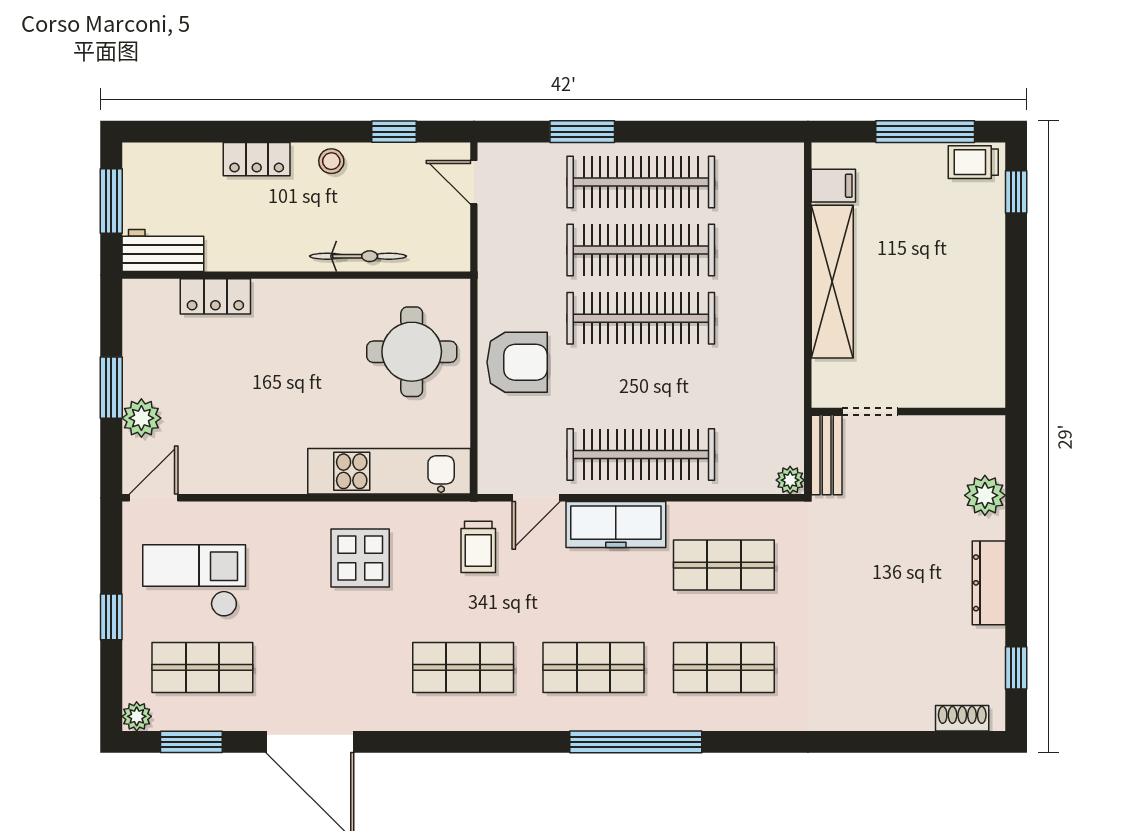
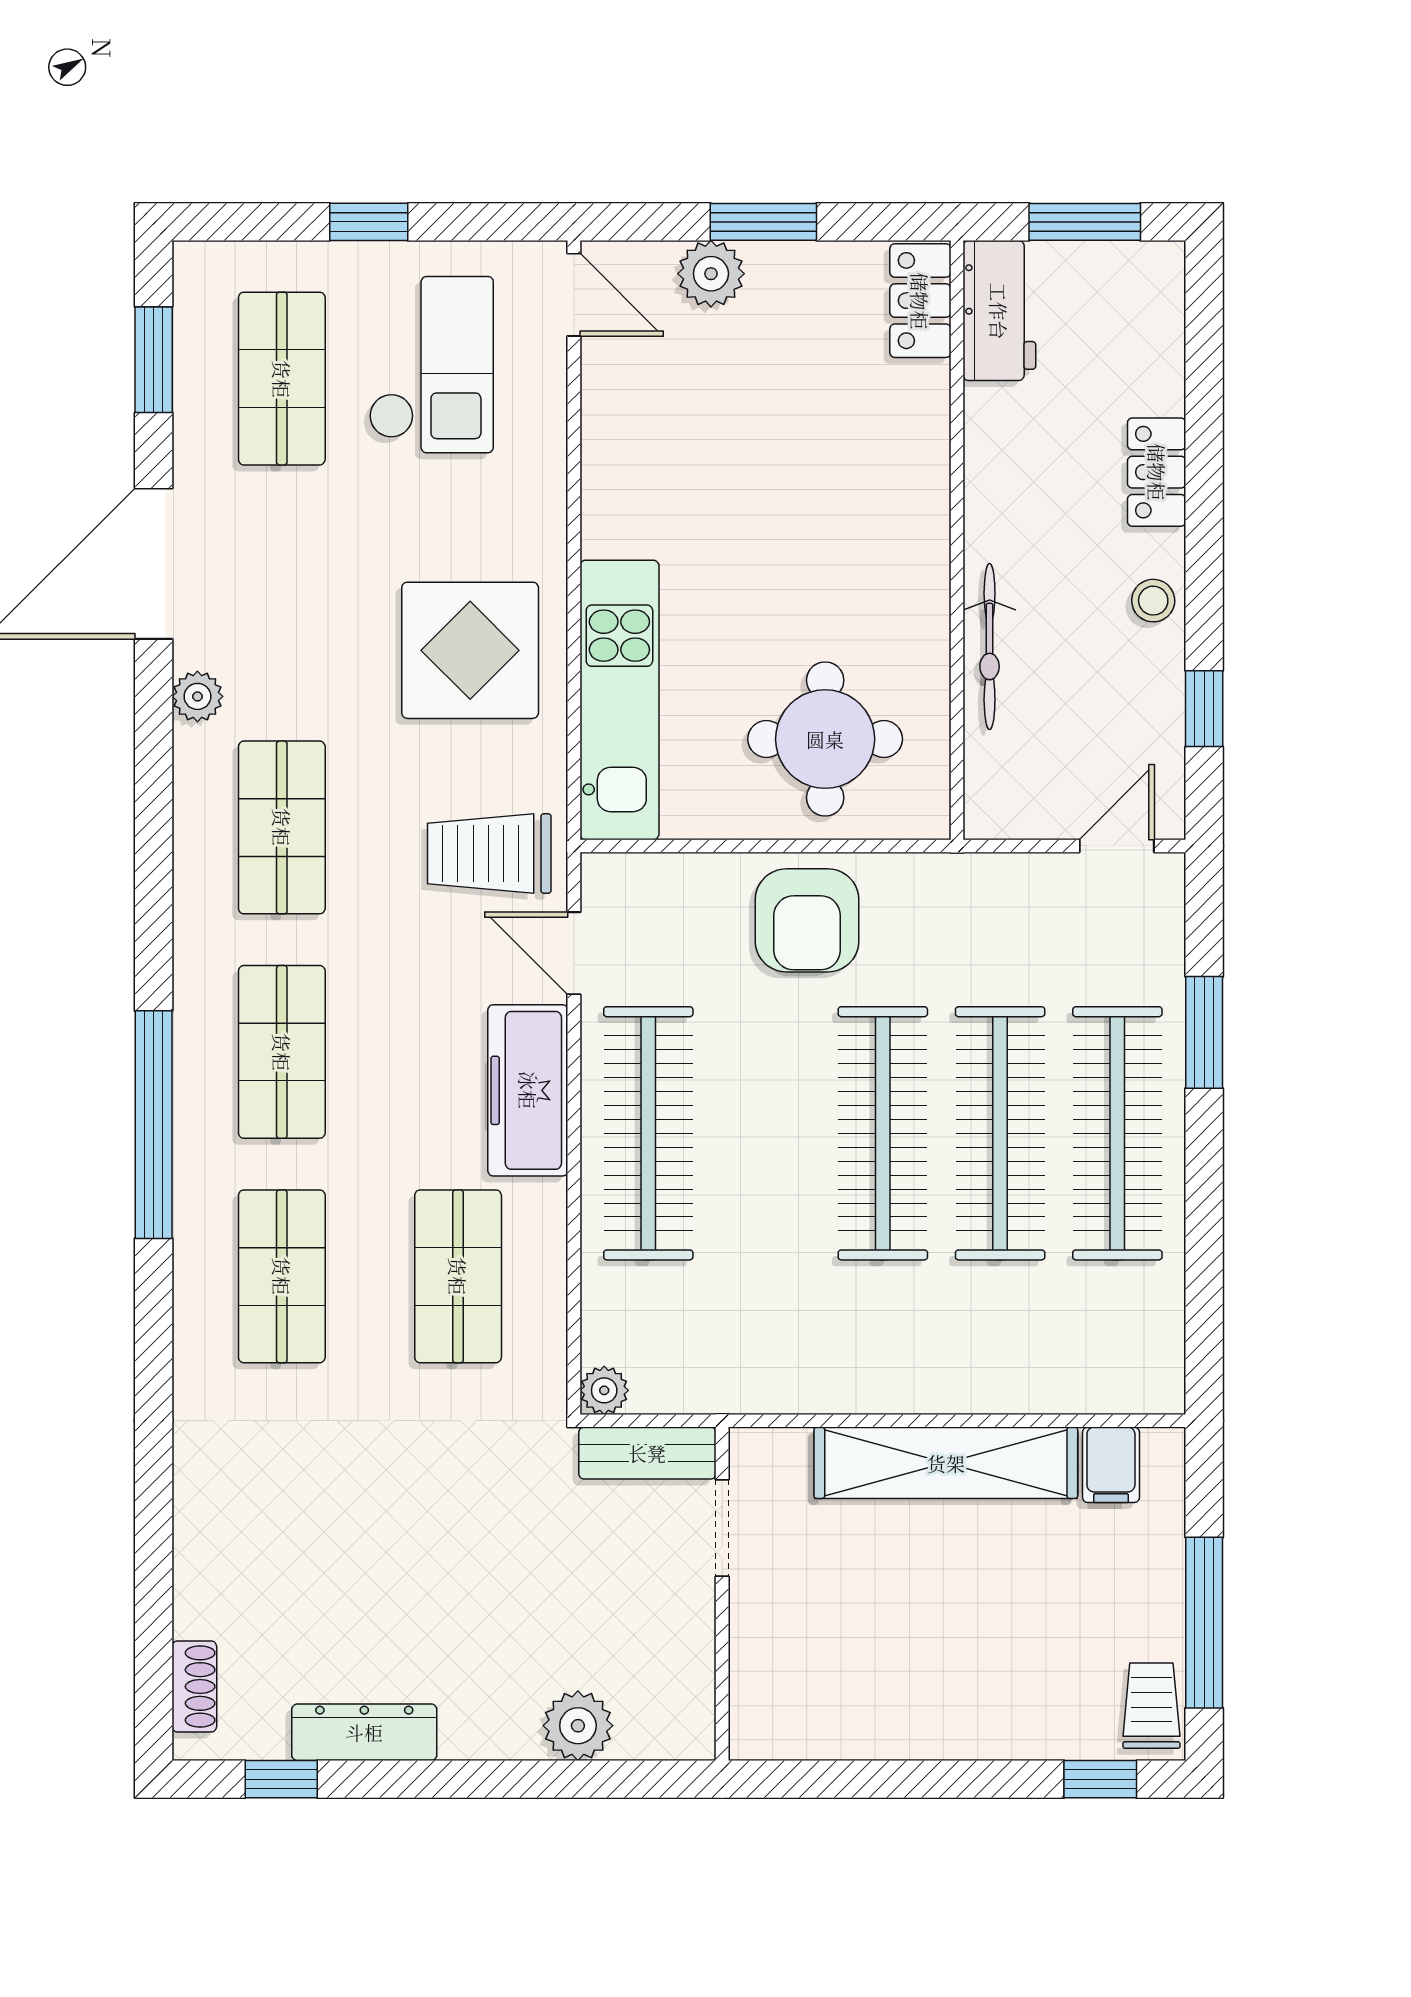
locker: (215, 296) -> (920, 301), moved
trolley: (478, 547) -> (489, 854), width x1.36, depth x1.39
display table: (360, 558) -> (470, 650), width x1.36, depth x1.36
dresser: (989, 583) -> (364, 1732), moved
plant: (137, 716) -> (197, 696), moved

